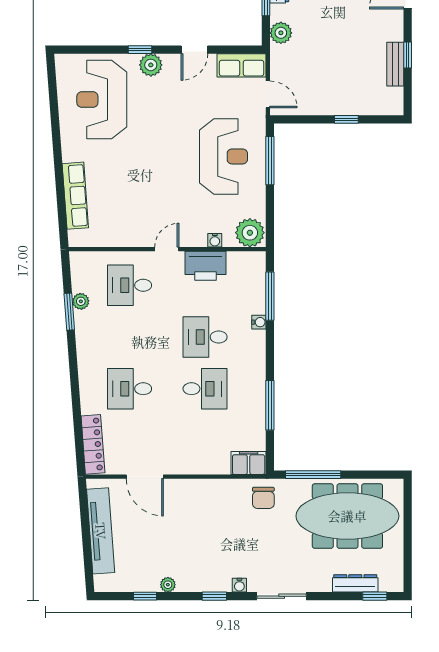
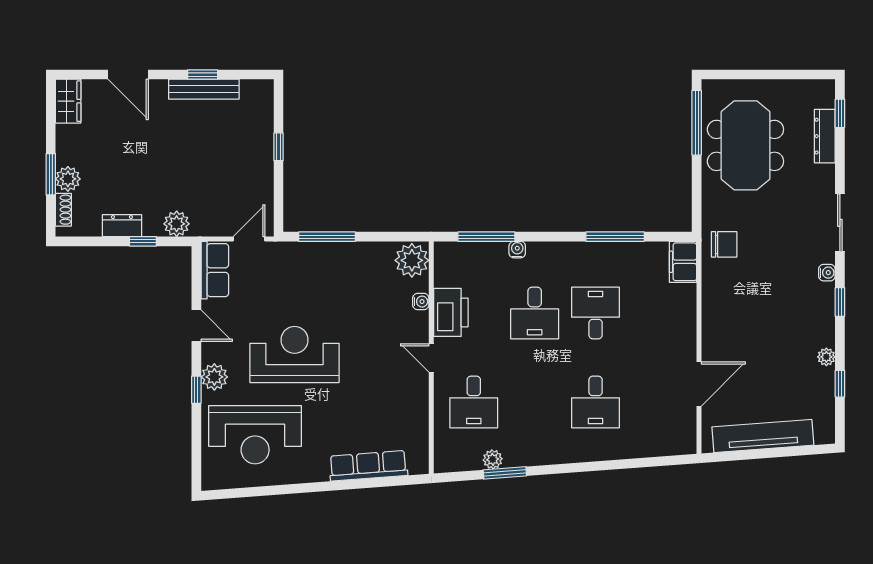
bench: (395, 64) -> (204, 89), width x1.36
reception desk: (223, 156) -> (295, 355), moved
locker: (93, 444) -> (661, 445), removed
window: (313, 475) -> (697, 123), moved
meeting table: (347, 516) -> (745, 145), width x0.73

